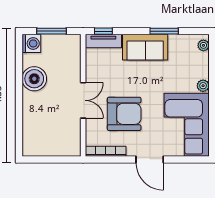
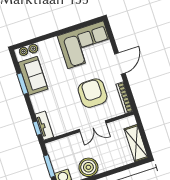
sofa: (145, 47) -> (33, 76), moved
plant: (203, 86) -> (33, 49), moved
double door: (83, 100) -> (93, 126), swing flipped
shelving: (45, 147) -> (136, 143), added

